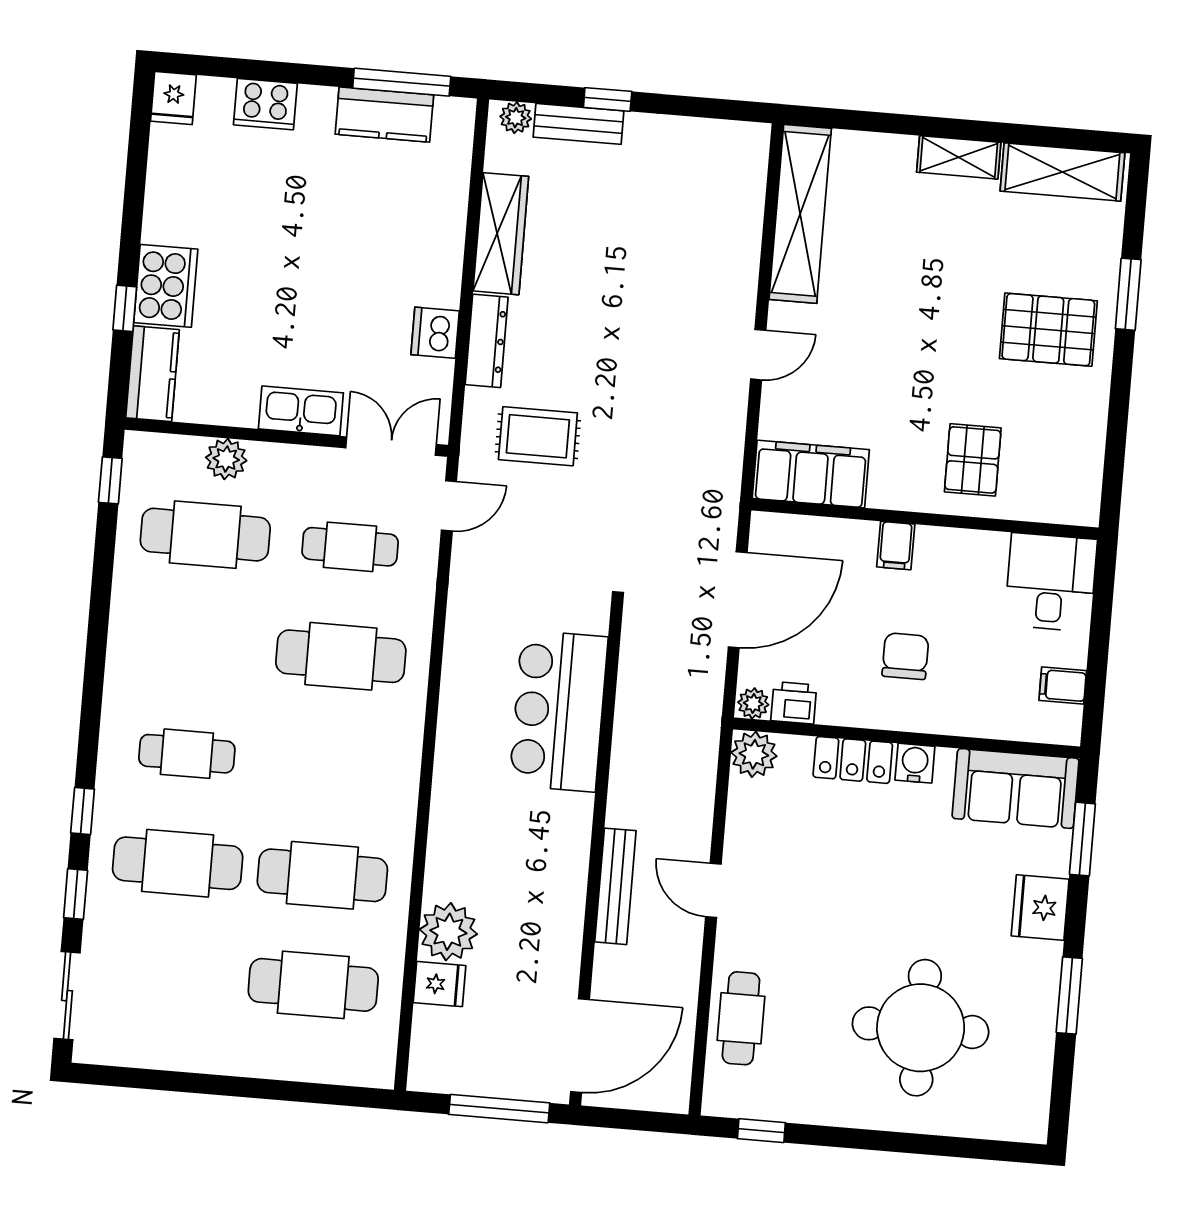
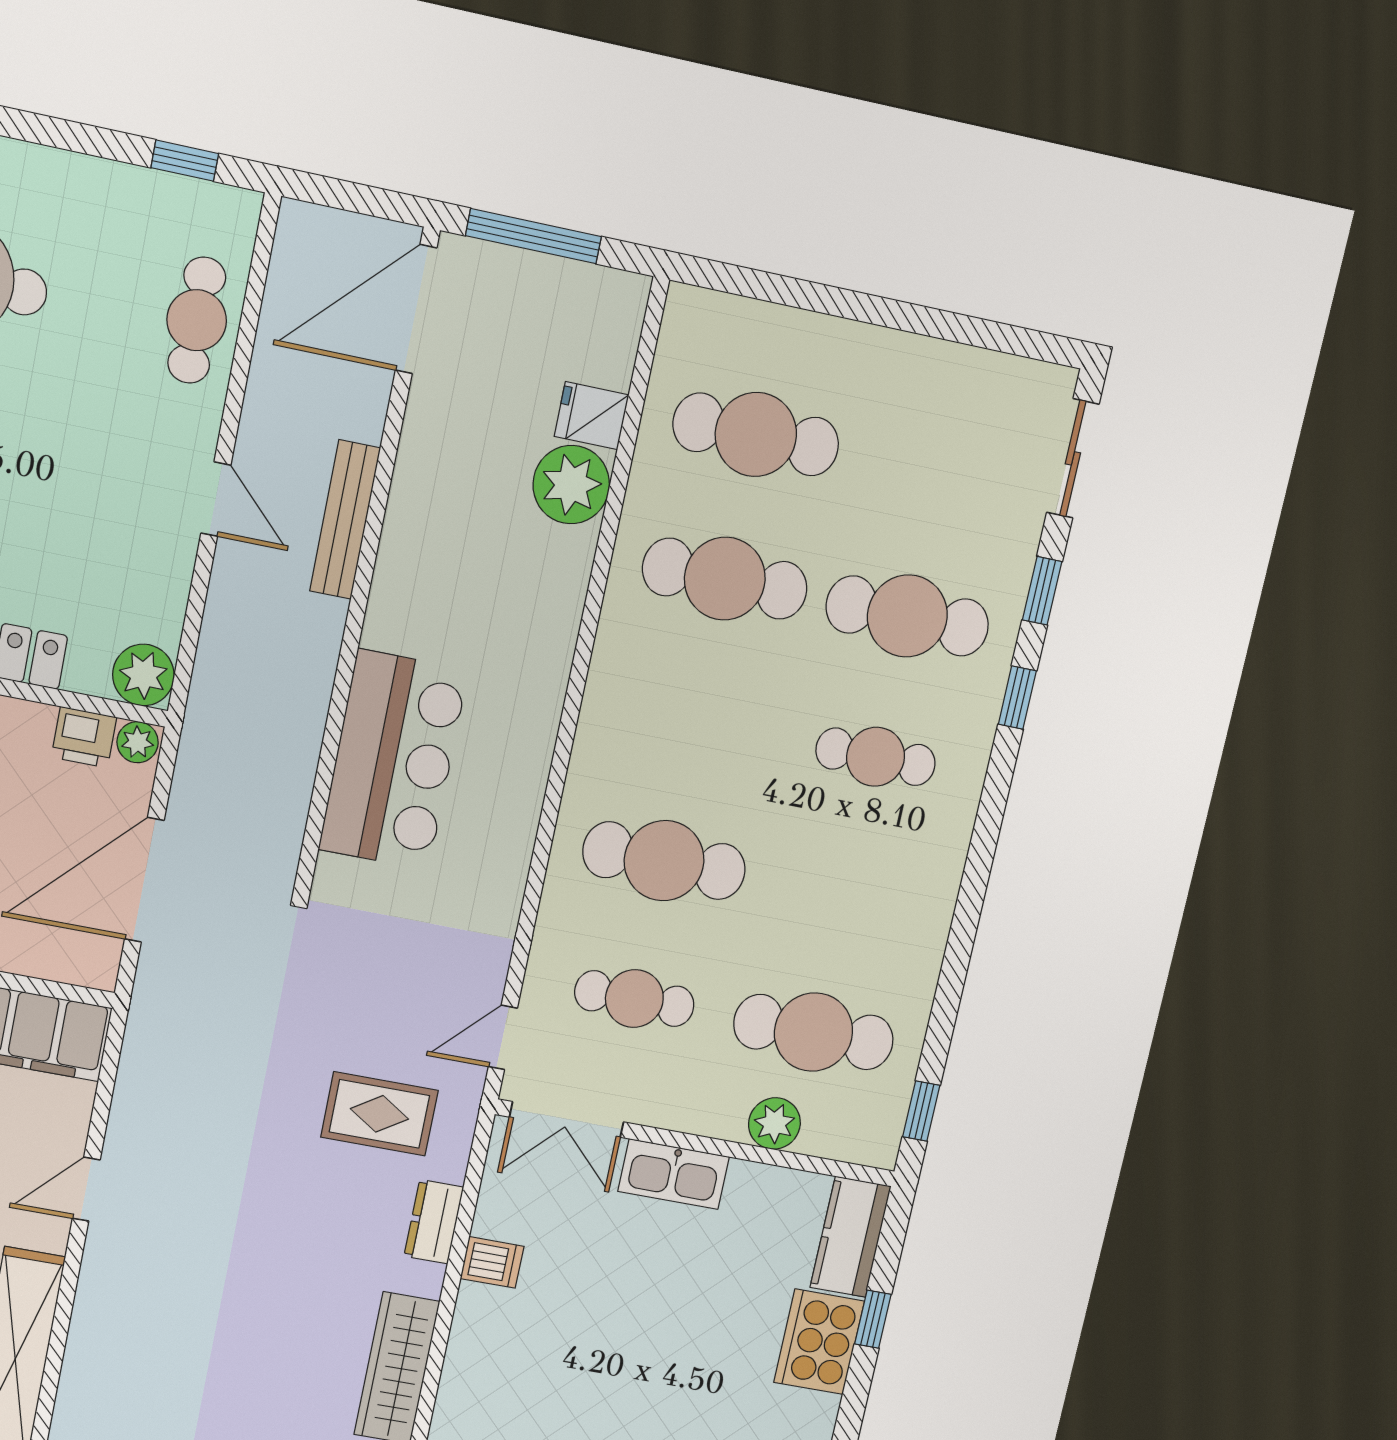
dishwasher: (435, 333) -> (492, 1262), width x0.73
dresser: (487, 341) -> (434, 1222), width x0.70

